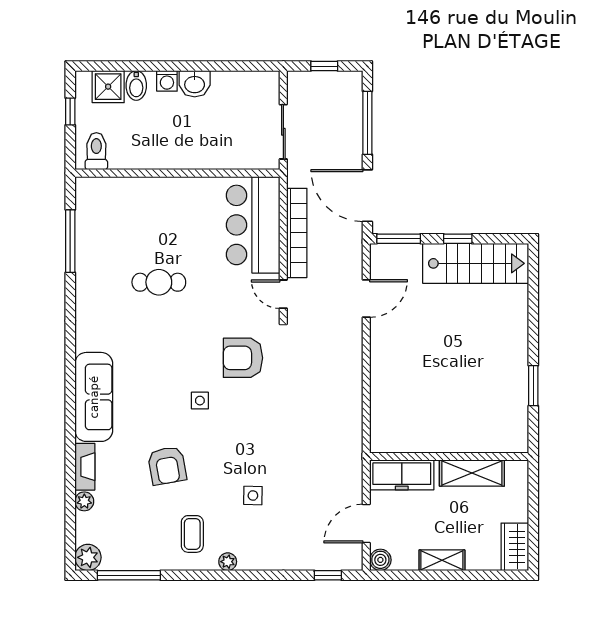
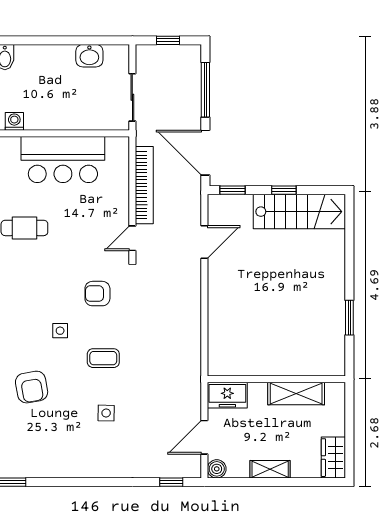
washing machine: (167, 81) -> (14, 121), moved, turned 180
washbasin: (195, 84) -> (89, 56), moved
bar counter: (253, 225) -> (63, 159), moved, turned -90
window: (399, 239) -> (233, 190), width x0.67
door: (283, 294) -> (132, 238), hinge flipped
armchair: (243, 358) -> (97, 294), width x0.72, depth x0.72
freezer: (402, 475) -> (227, 395), width x0.71
coffee table: (192, 534) -> (103, 358), moved, turned 90
plant: (228, 562) -> (84, 470), removed

